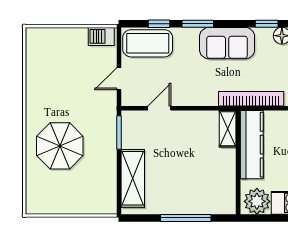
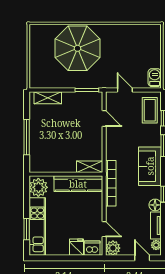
coffee table: (148, 43) -> (150, 110), width x0.73, depth x0.76
parasol: (60, 146) -> (78, 48), width x1.36, depth x1.36
shelving: (133, 178) -> (48, 98), width x0.67, depth x0.75

